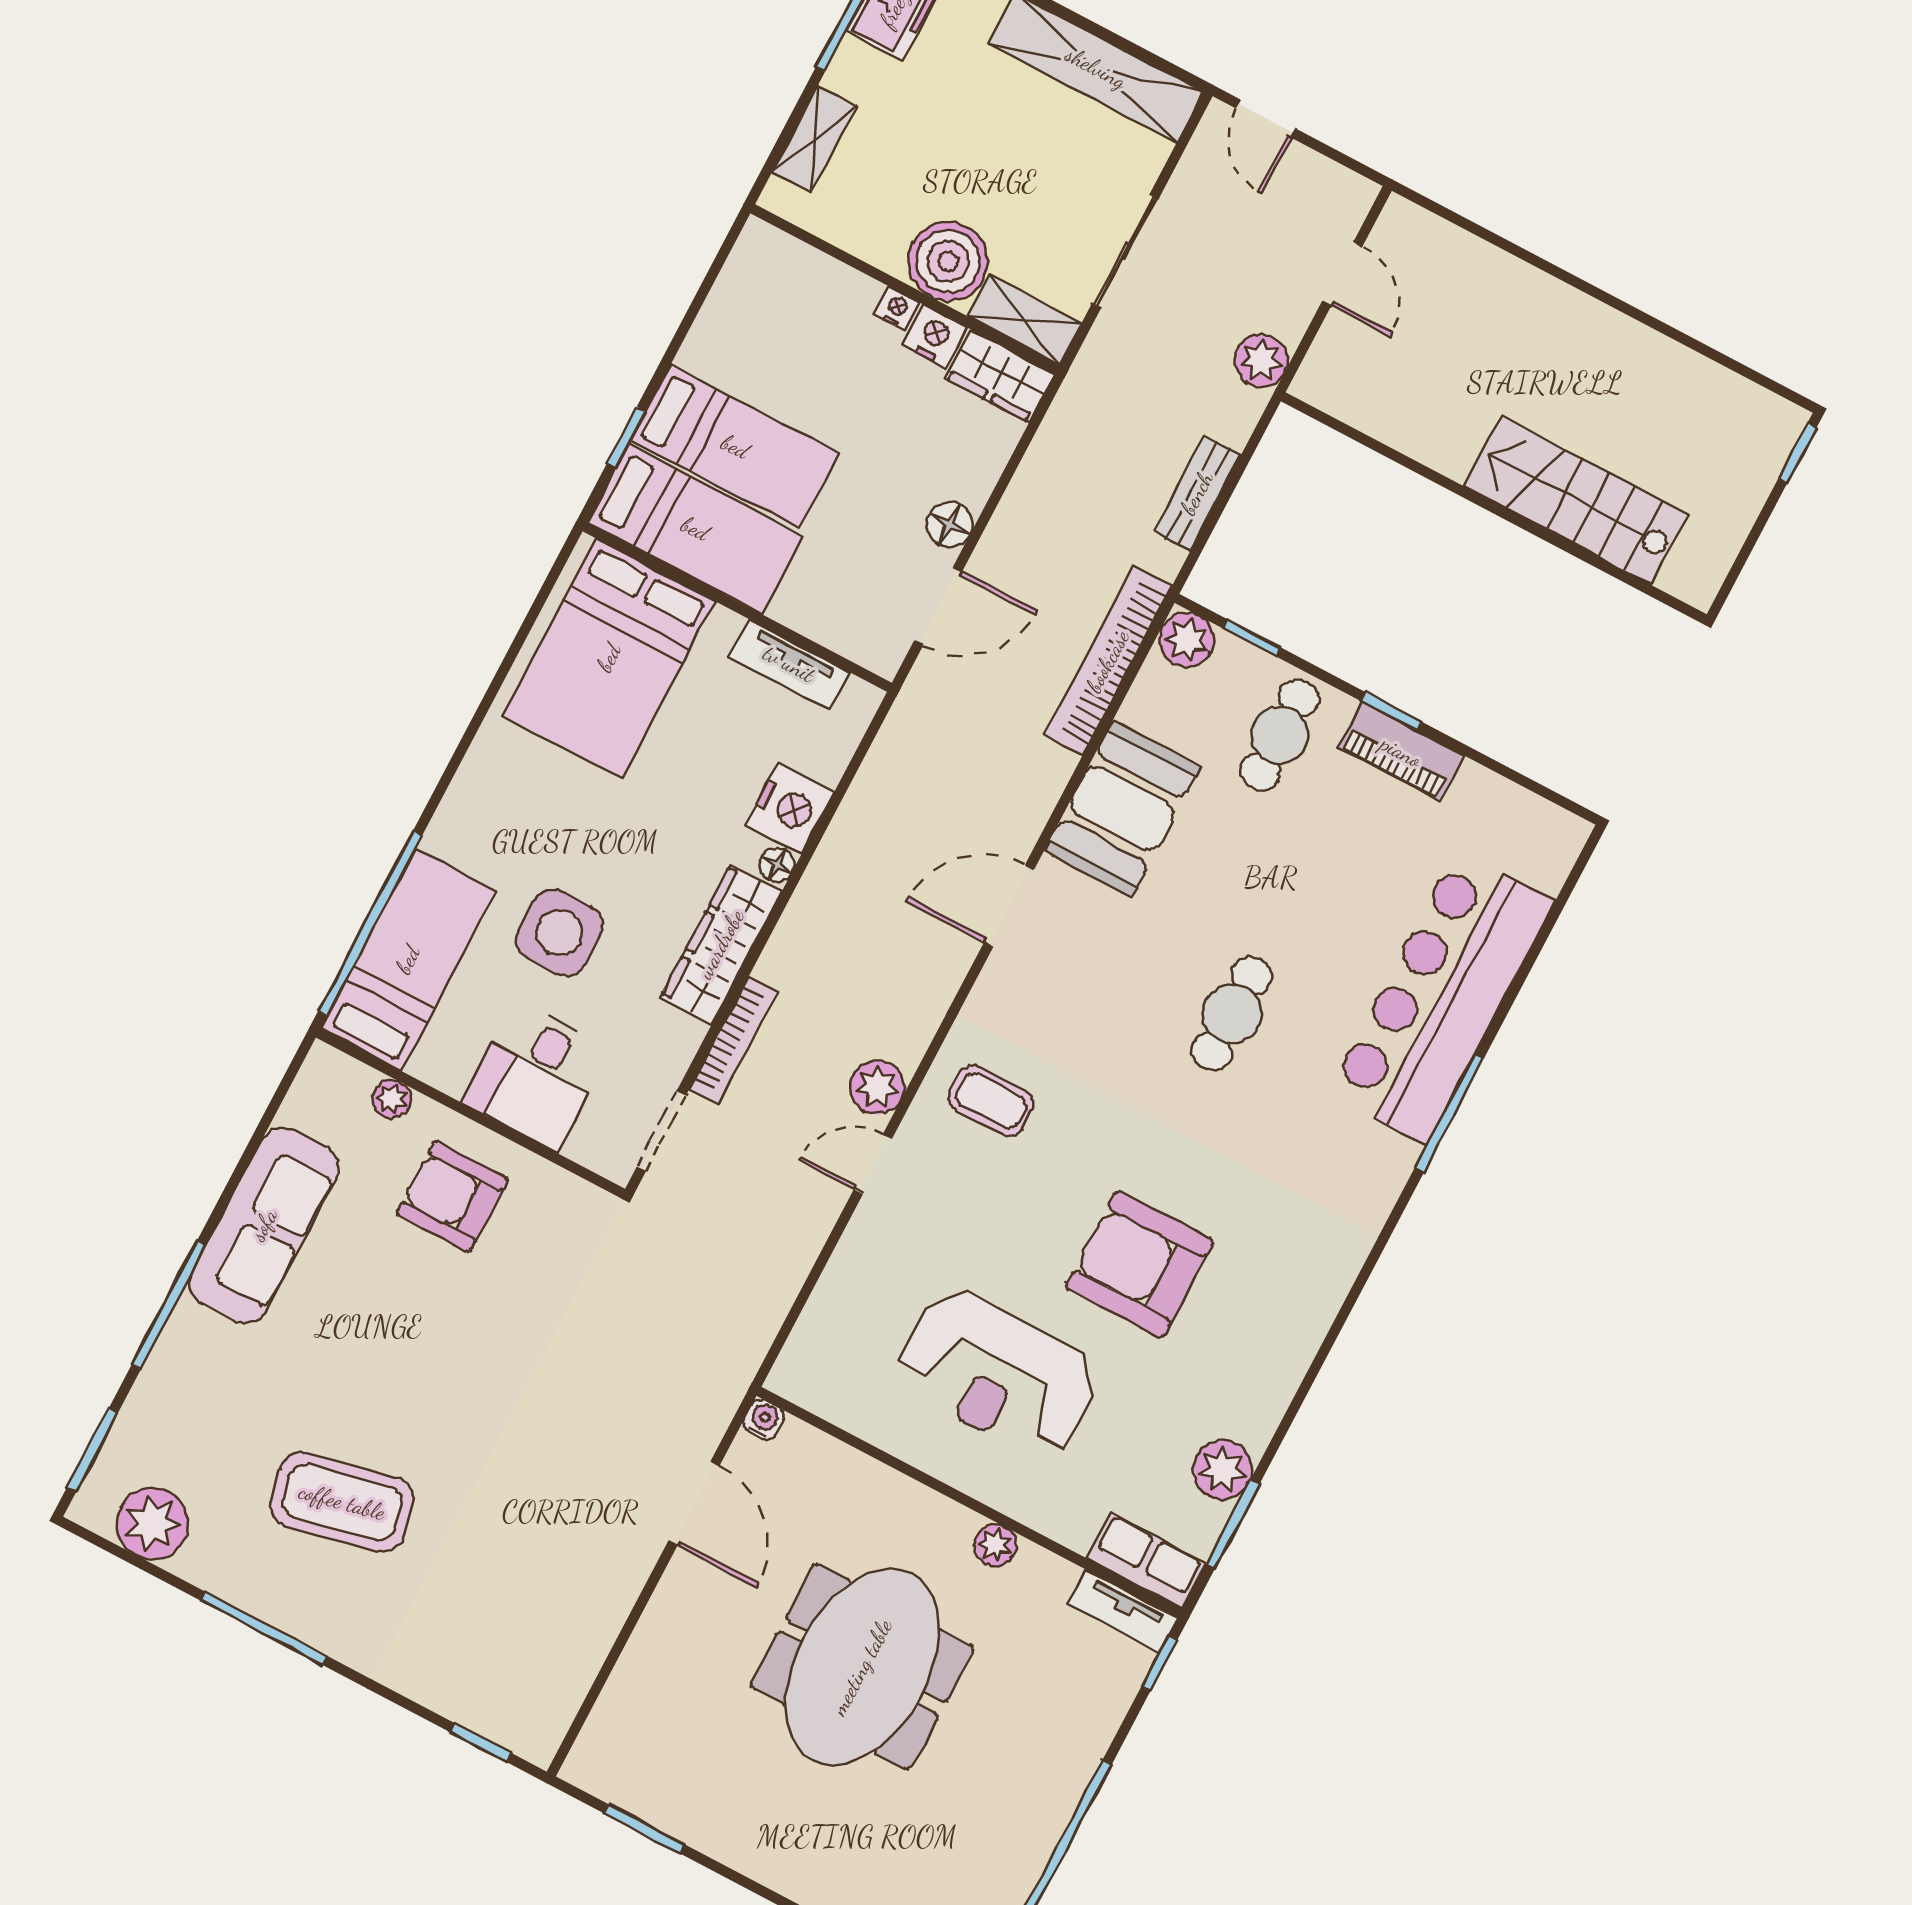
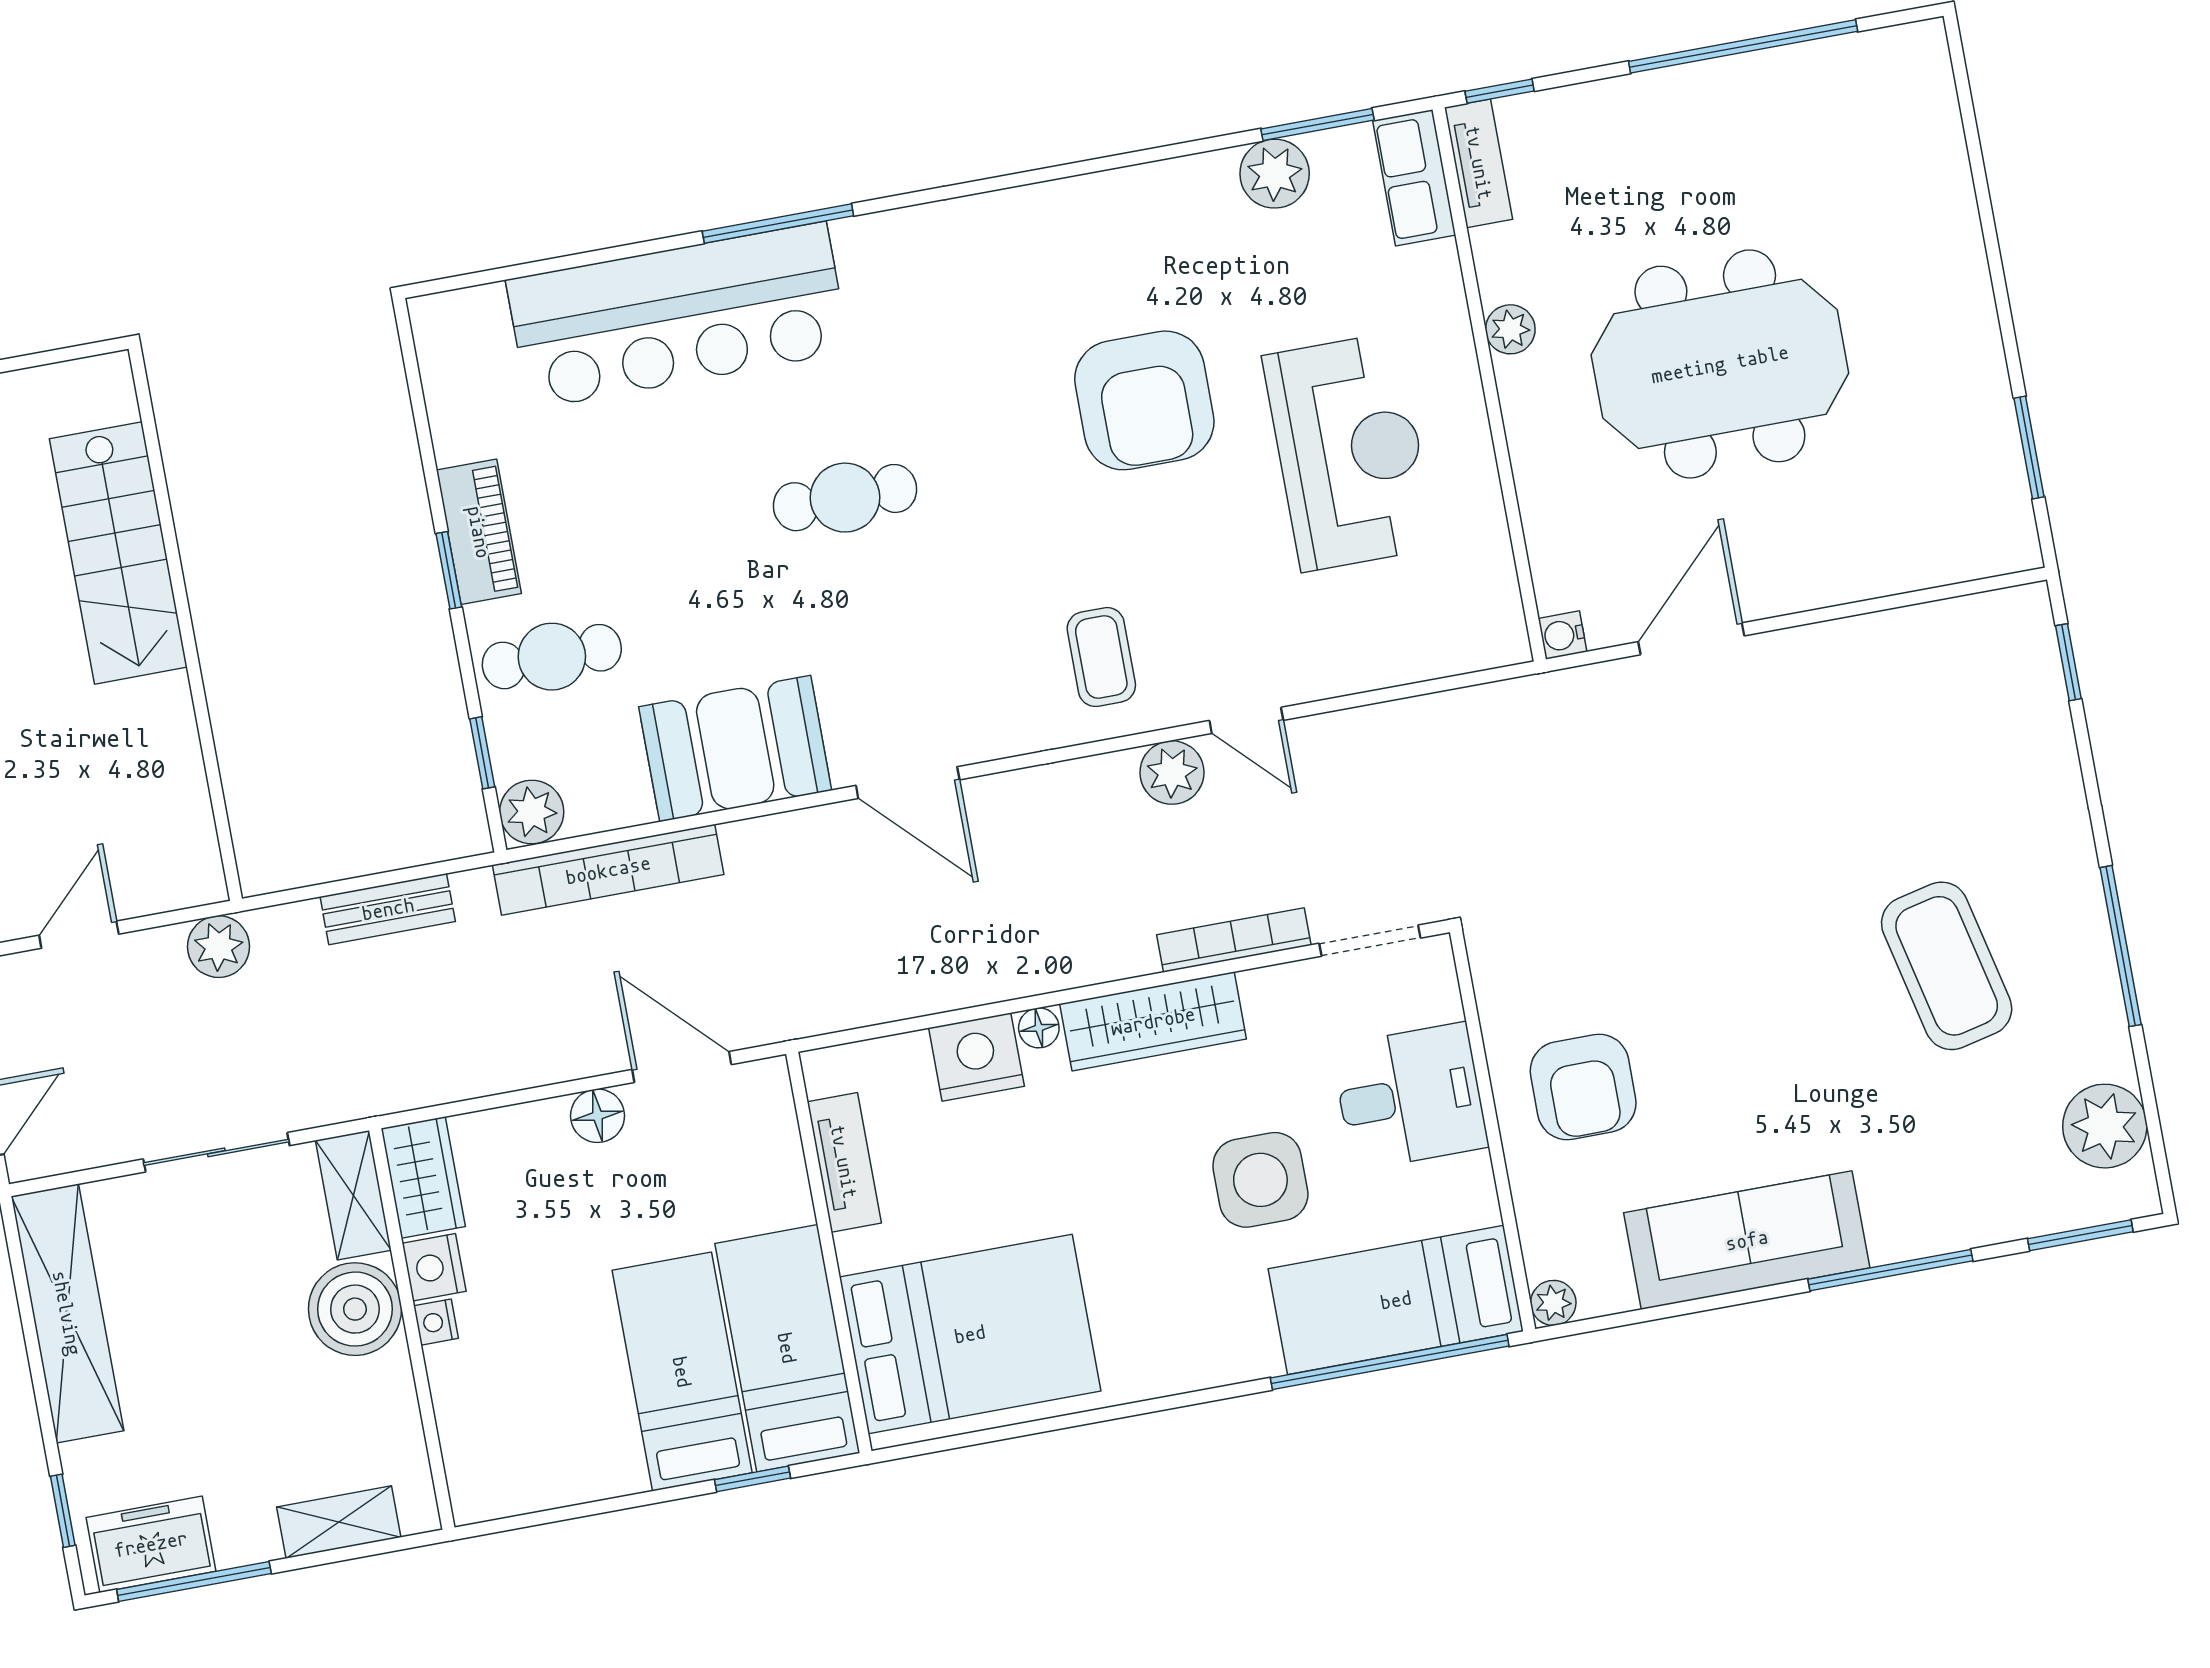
plant: (392, 1099) -> (1553, 1303), moved

